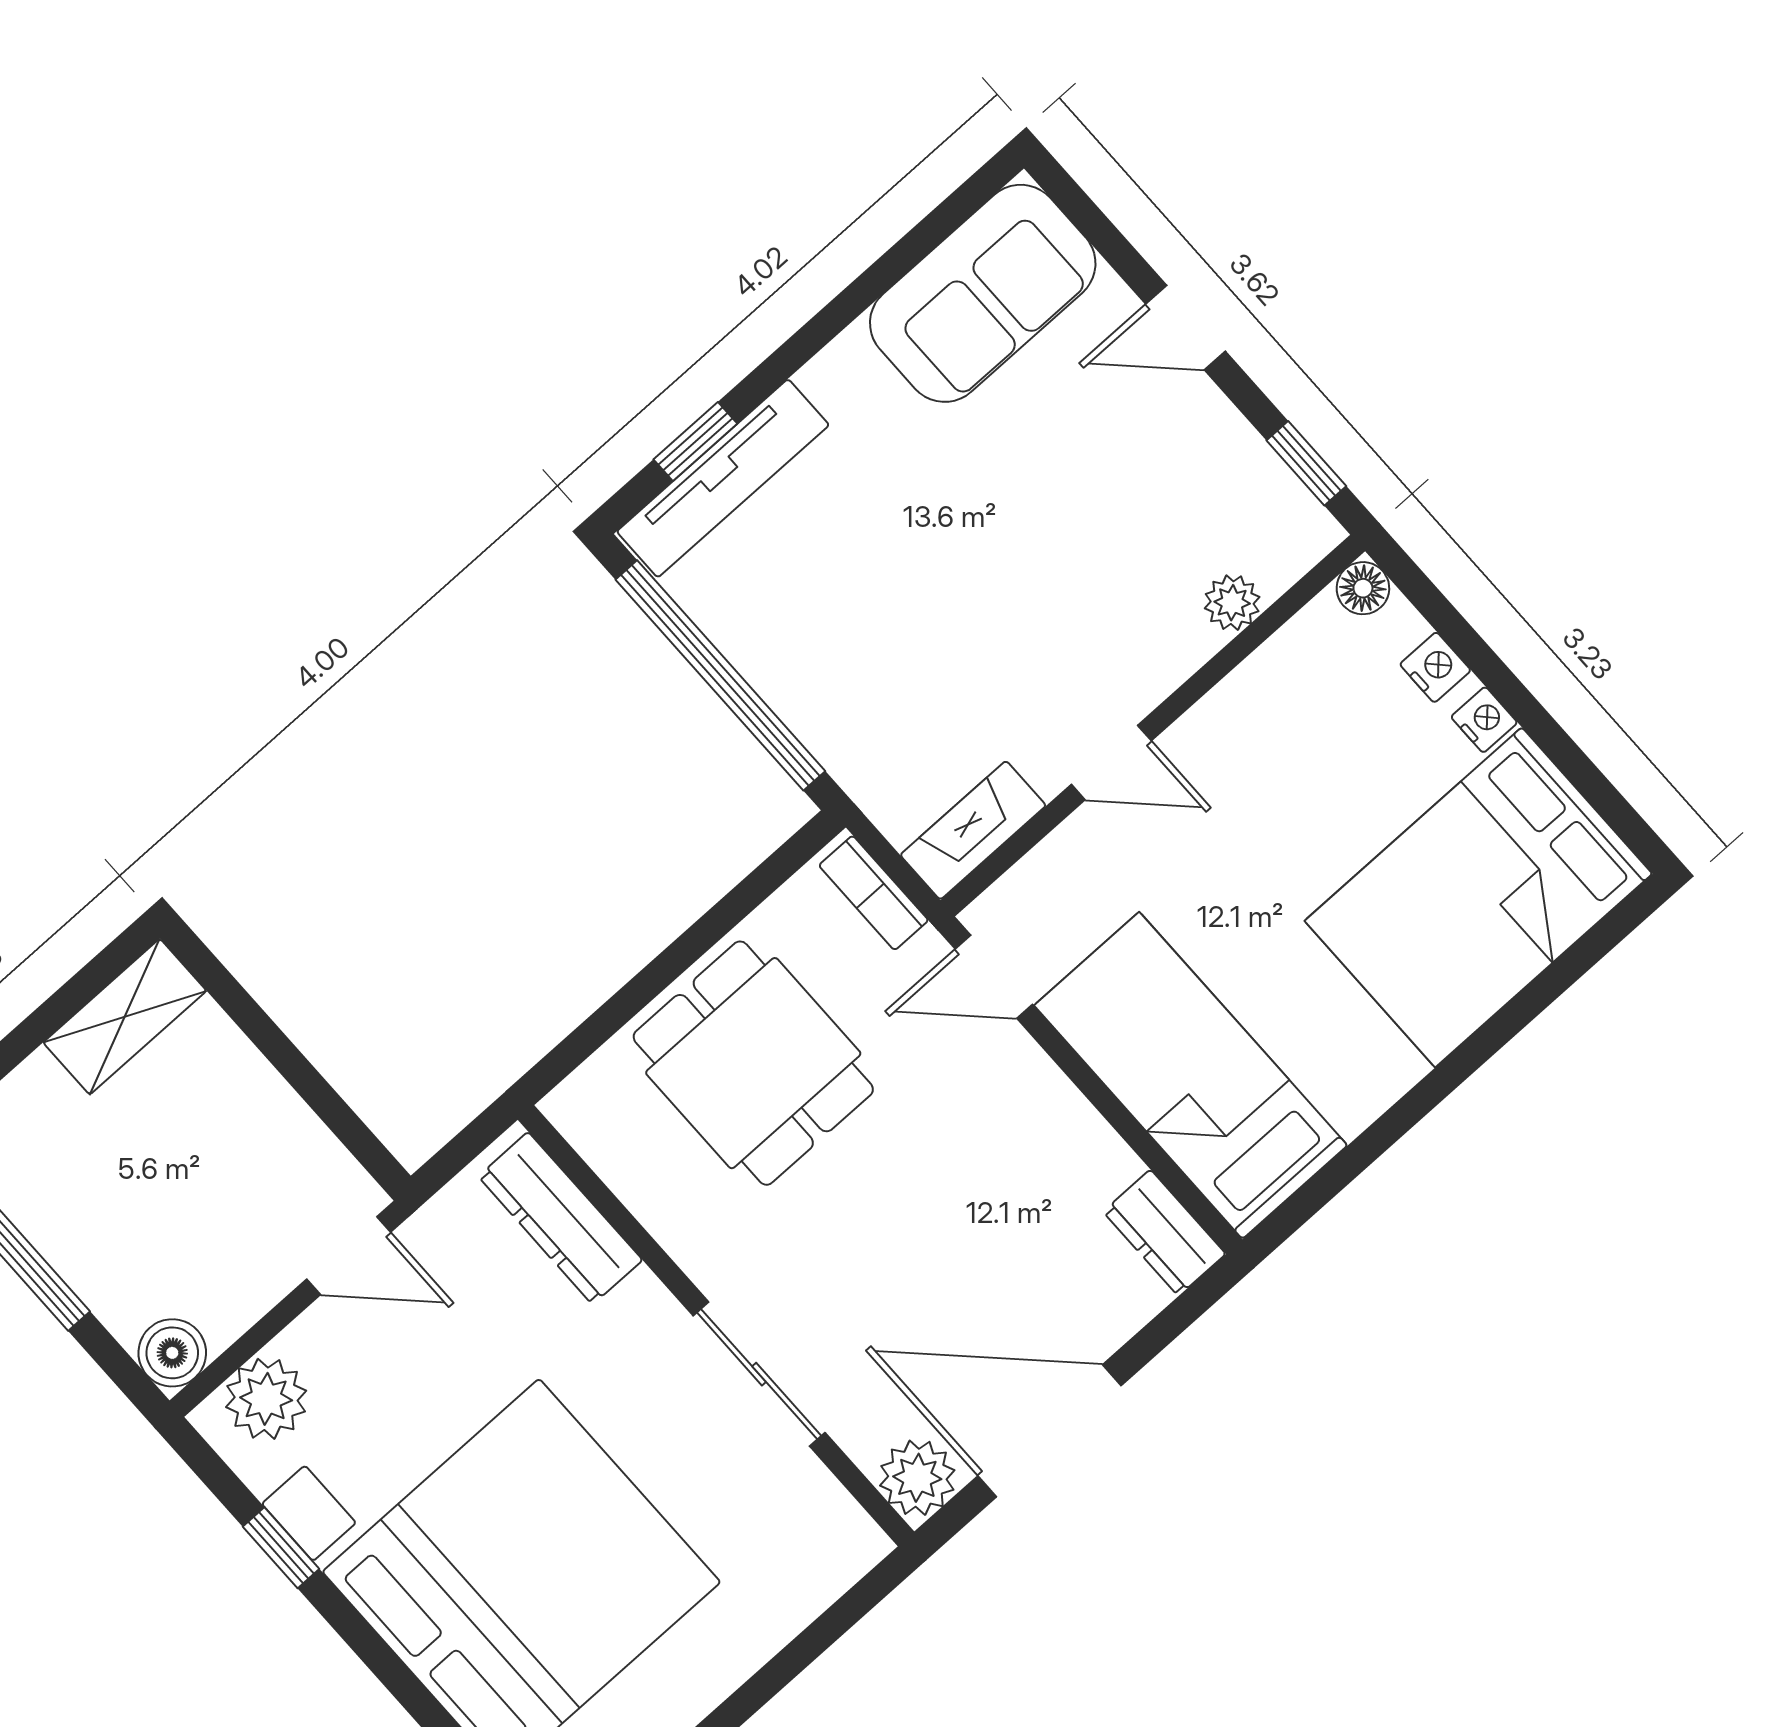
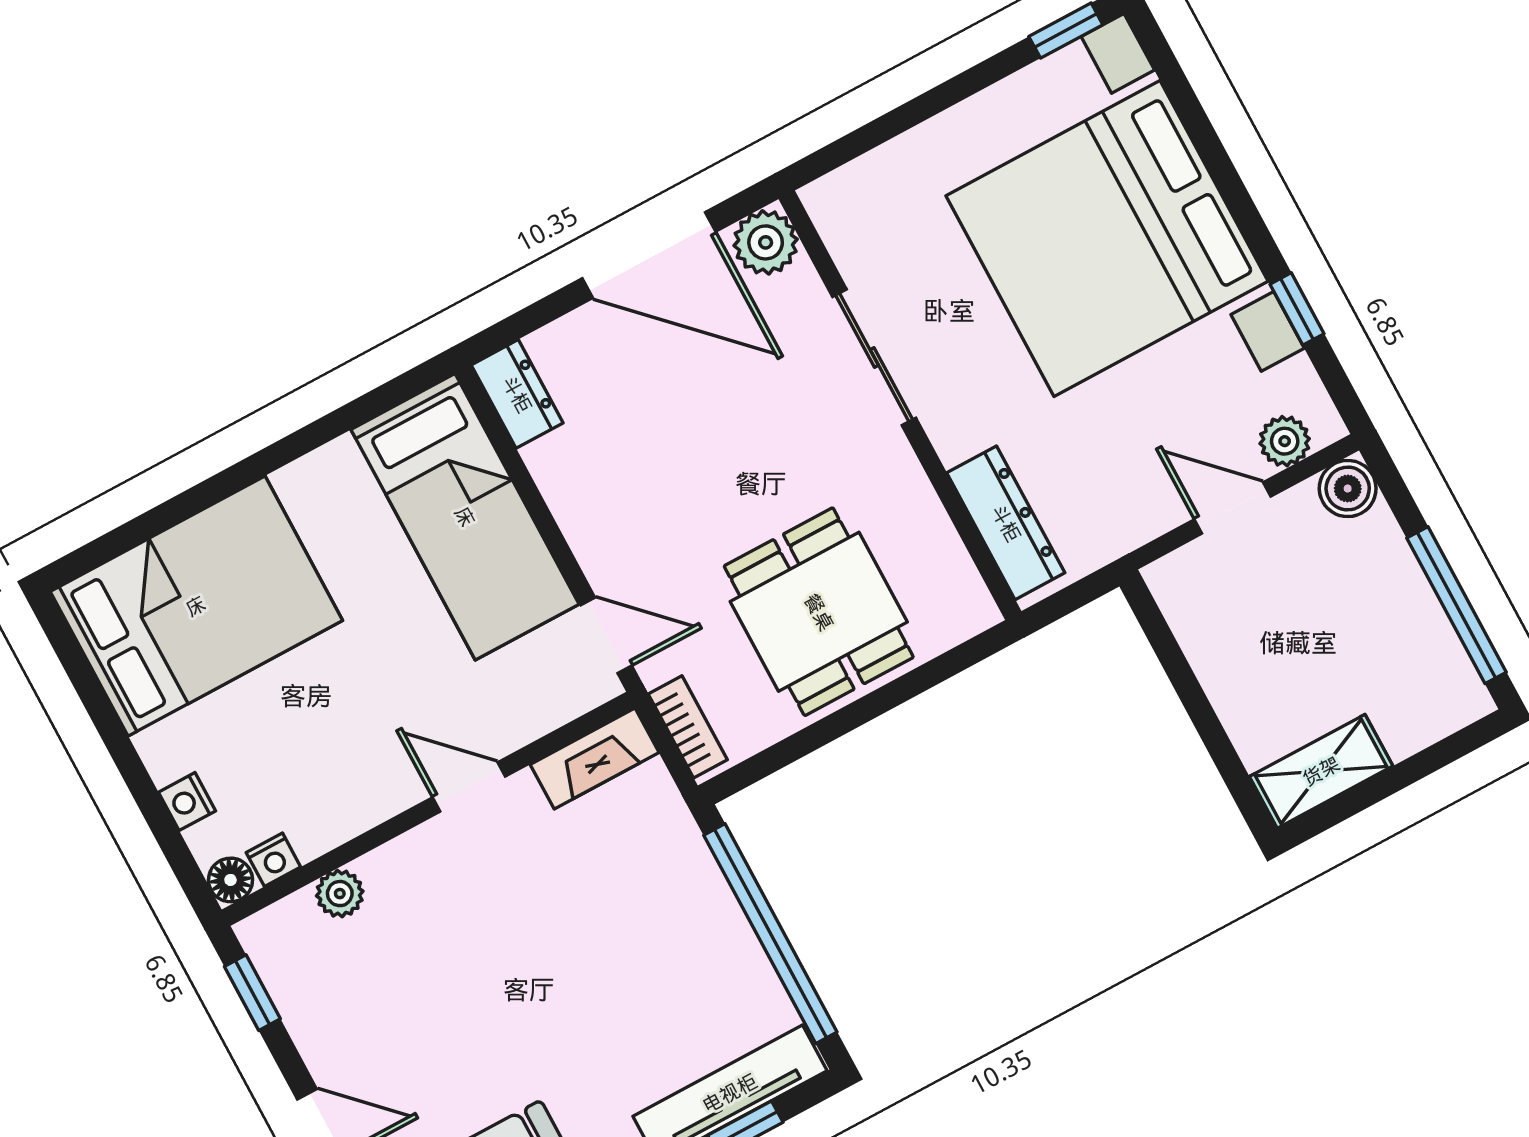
nightstand: (1484, 720) -> (273, 860), moved, turned -90
door: (349, 1256) -> (1233, 508), moved
plant: (266, 1399) -> (1285, 441), width x0.73, depth x0.73

